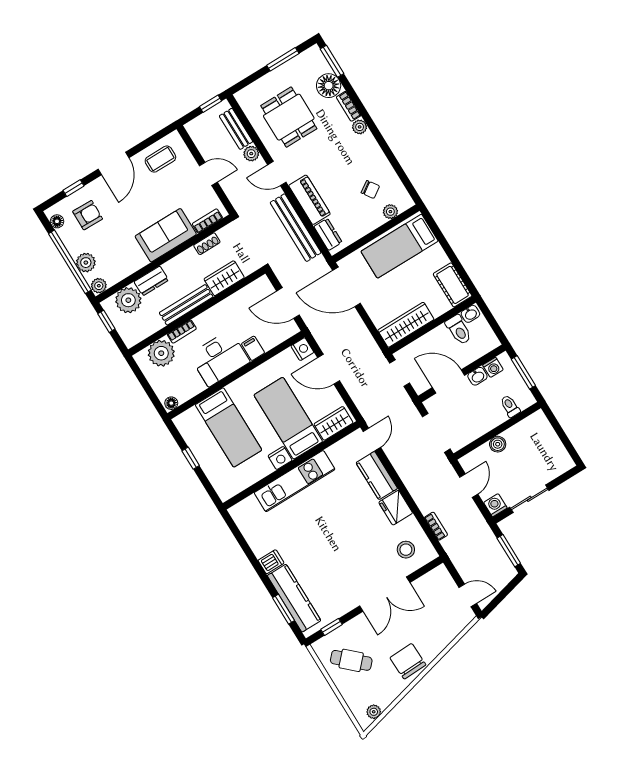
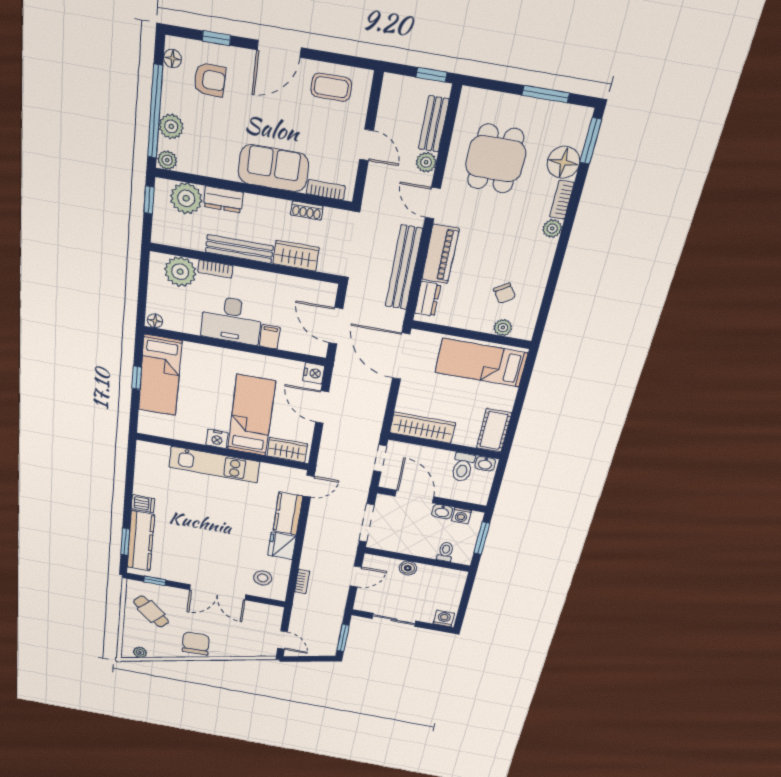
bed: (228, 427) -> (160, 375), moved
washing machine: (495, 505) -> (444, 619), moved

